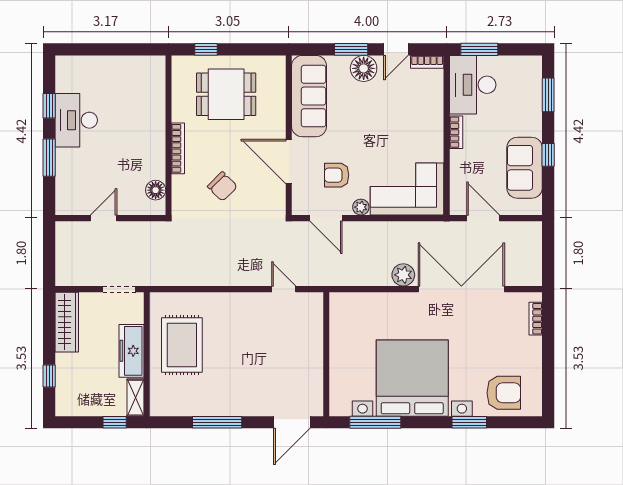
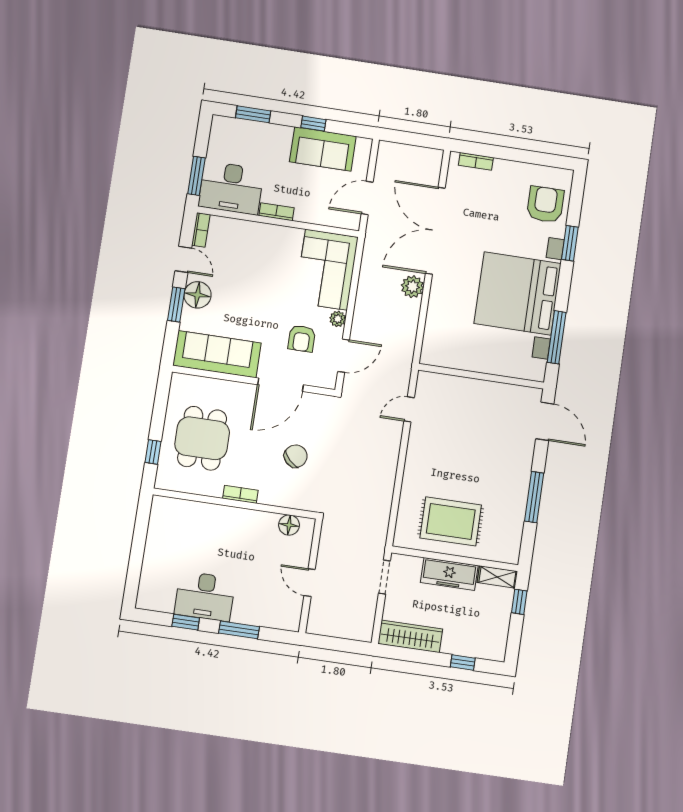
bookcase: (178, 148) -> (240, 494), width x0.64

